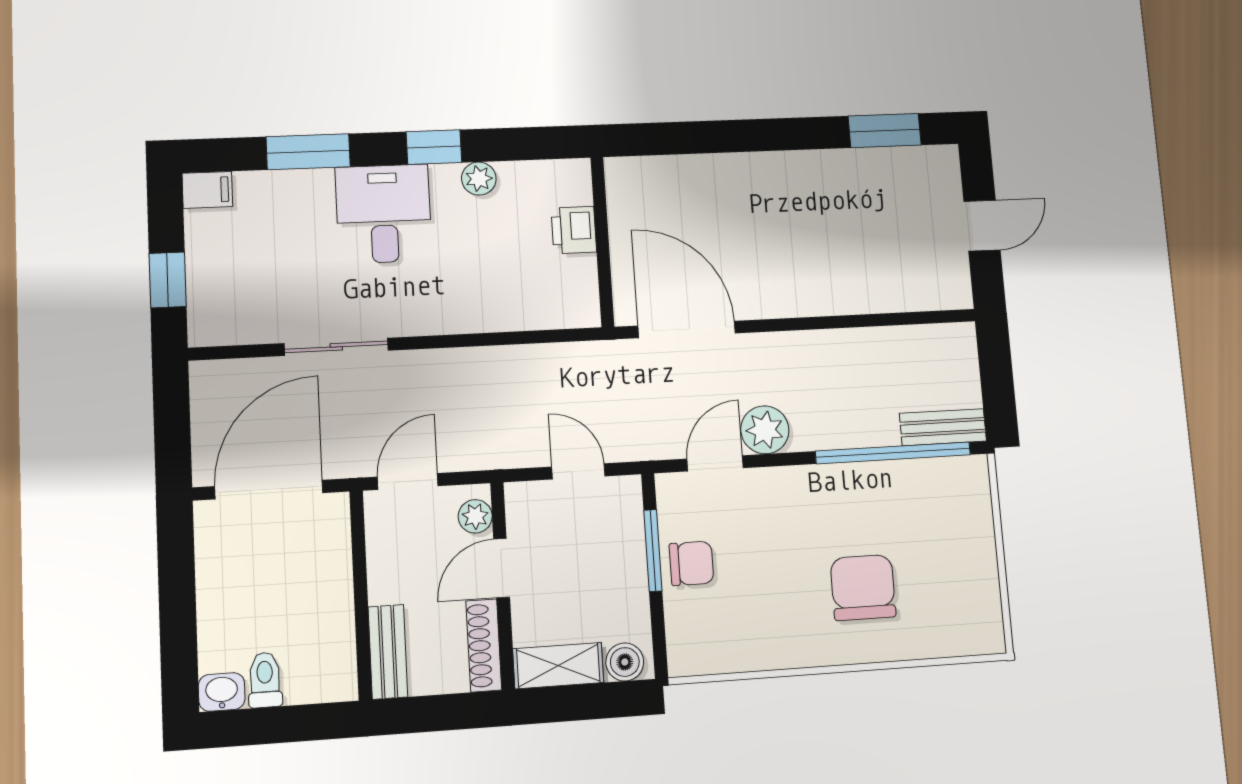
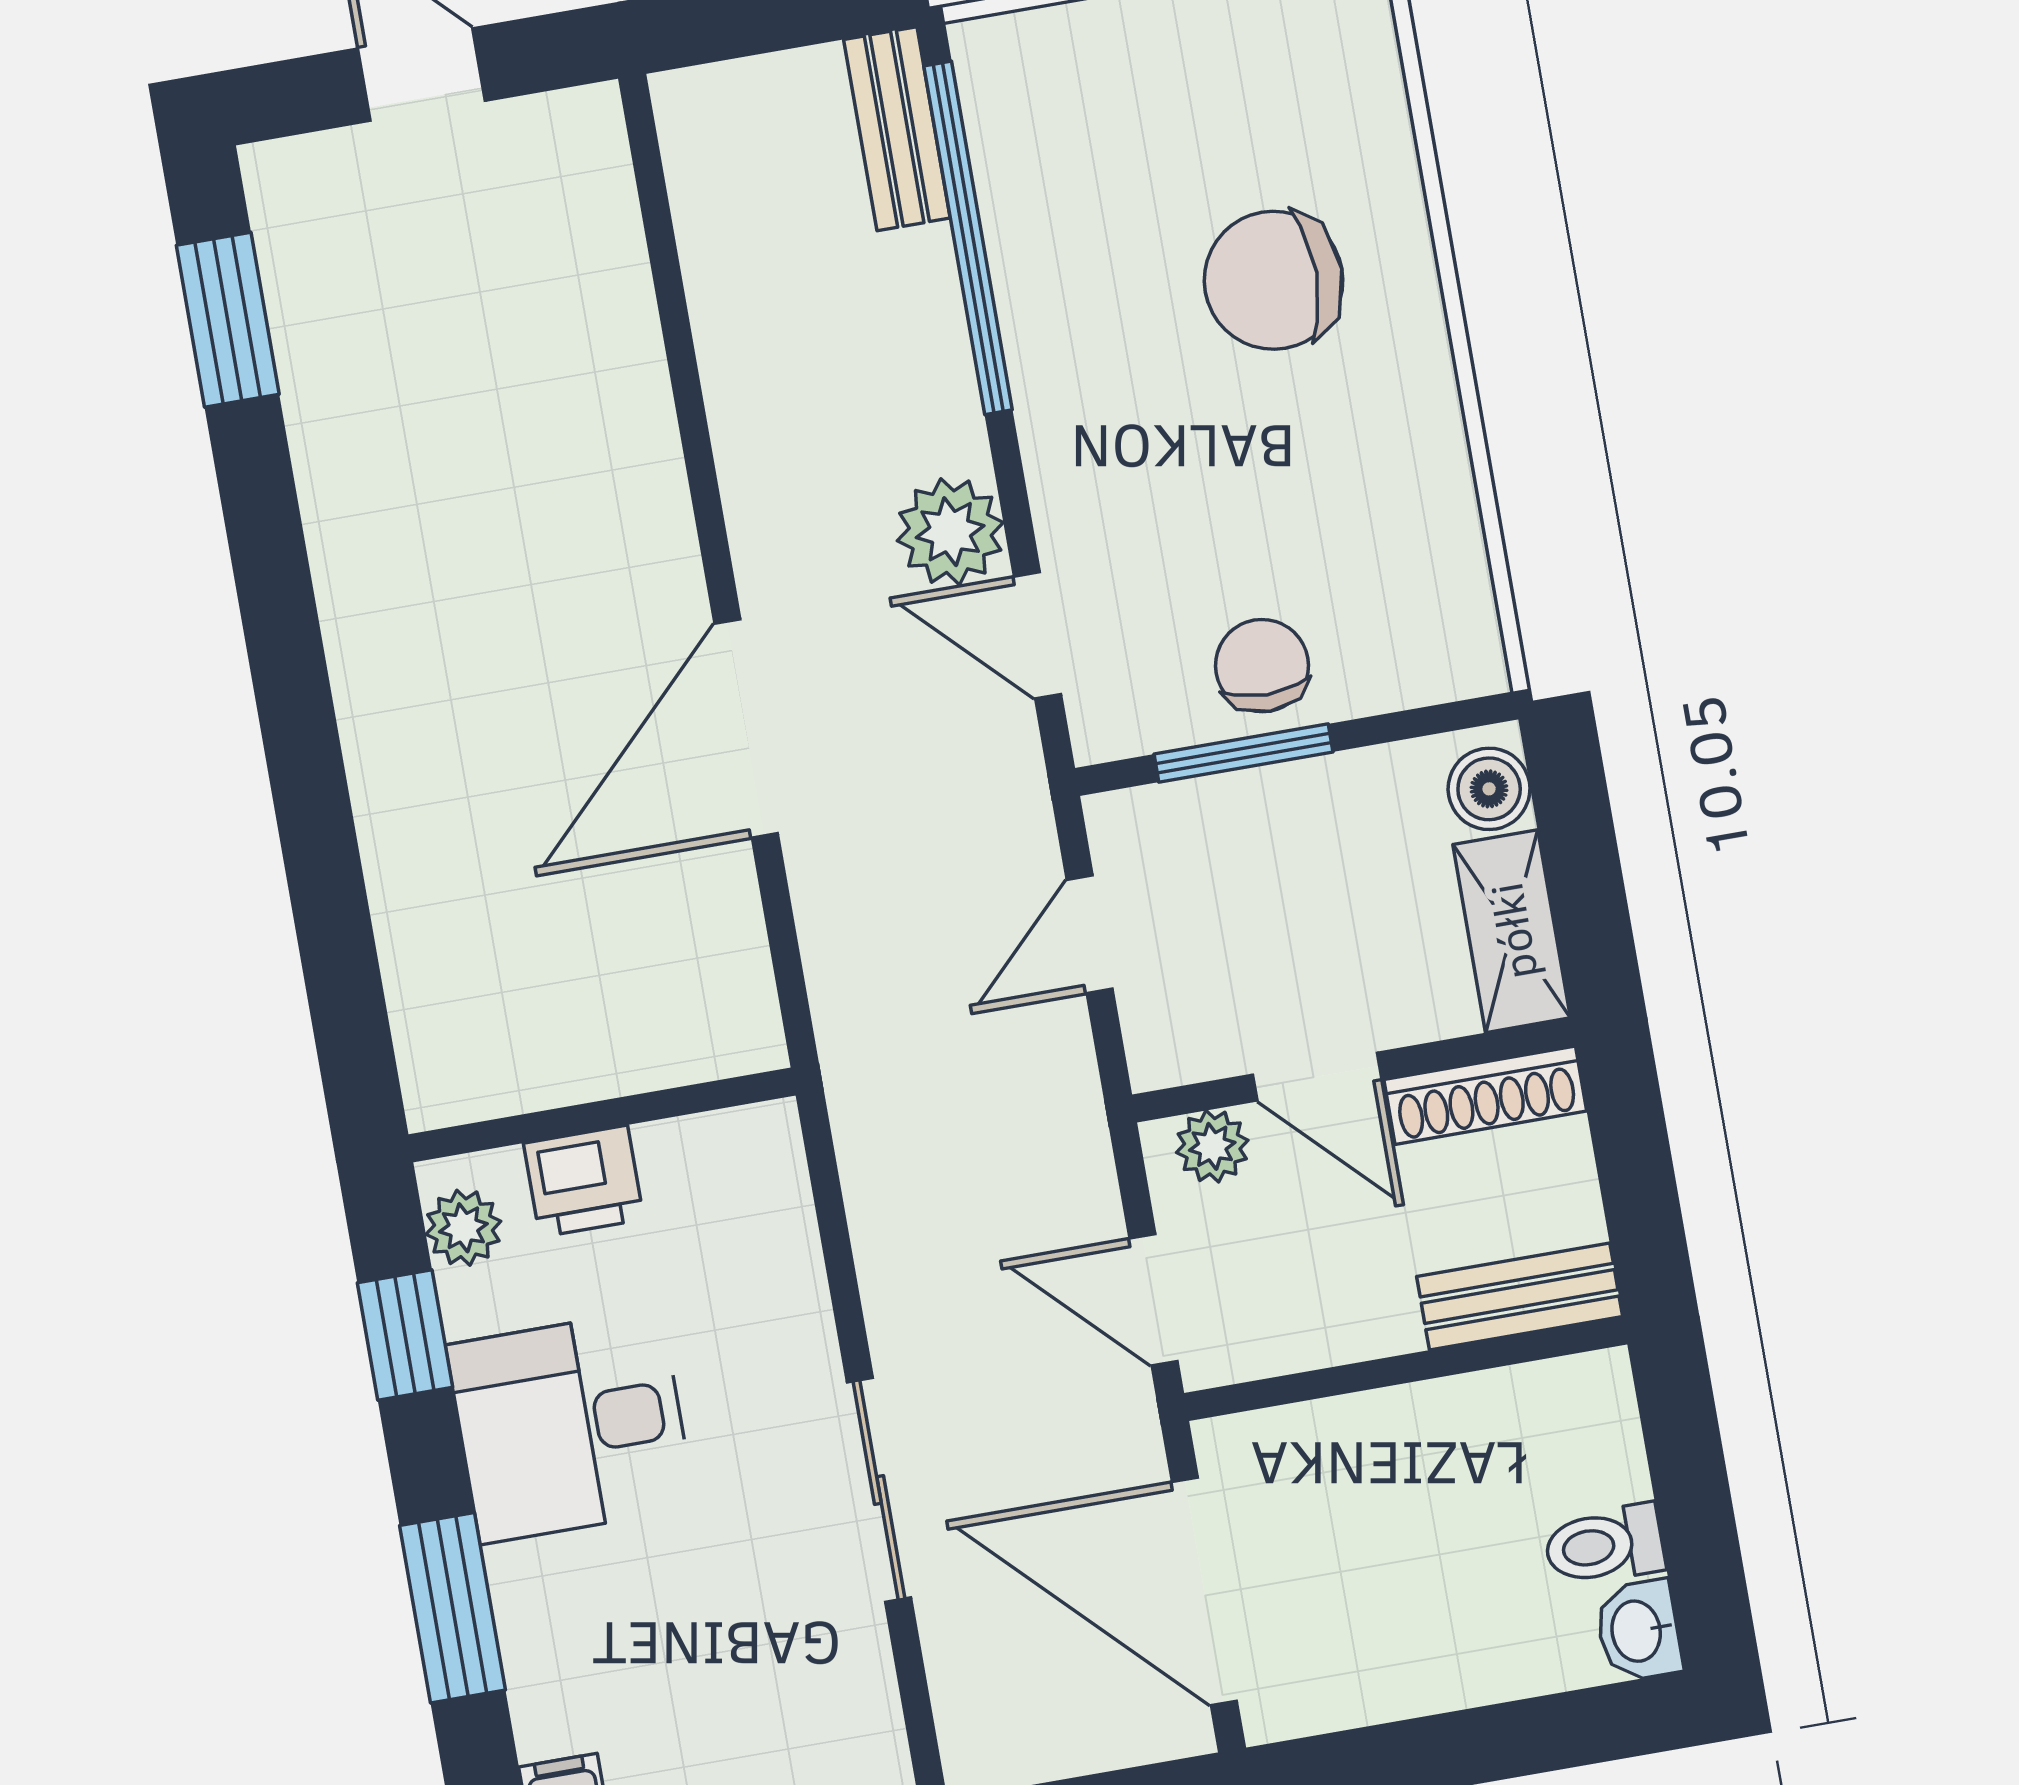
printer: (574, 230) -> (584, 1181), moved
wall: (602, 242) -> (602, 1115), moved

